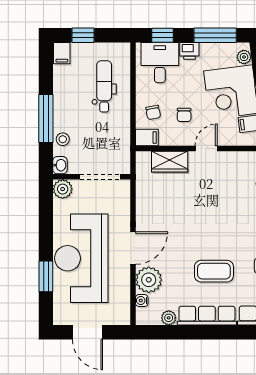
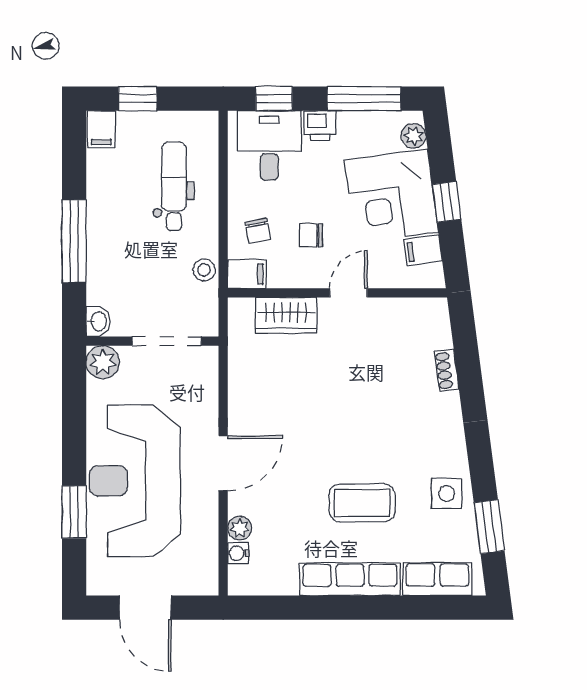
chair: (184, 115) -> (311, 235), turned 90
stool: (63, 139) -> (204, 270), moved
plant: (149, 280) -> (240, 528), width x0.53, depth x0.53
plant: (169, 318) -> (284, 583), removed

